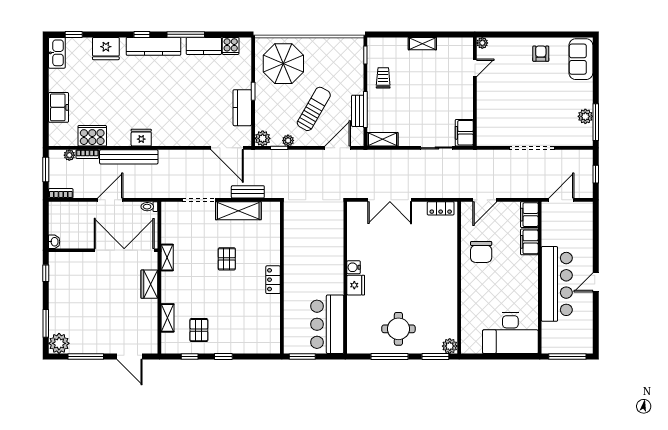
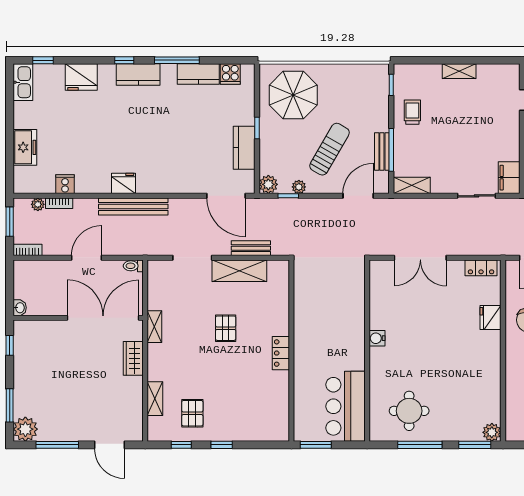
kitchen counter: (153, 46) -> (138, 74), width x0.67
cooker: (92, 136) -> (65, 184), width x0.53, depth x0.76
bench: (129, 157) -> (133, 206), moved
fridge: (356, 285) -> (491, 318), moved, turned 180
round table: (398, 329) -> (409, 411), moved

